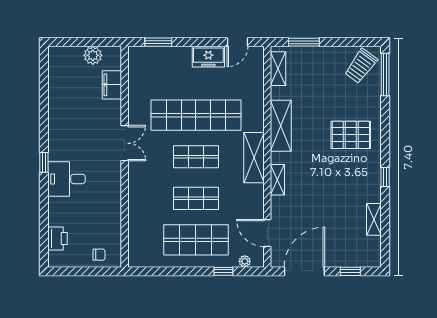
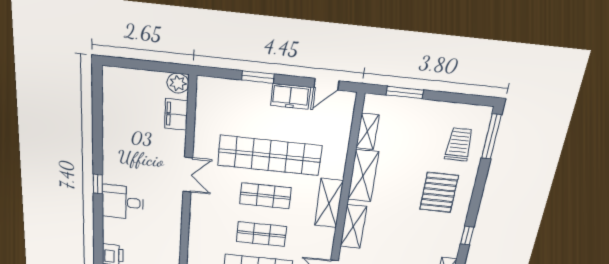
window: (158, 42) -> (258, 77), moved
plant: (93, 55) -> (178, 83), moved
trolley: (361, 66) -> (459, 144), moved, turned 144
shelving: (278, 69) -> (367, 131), moved
pallet: (351, 135) -> (439, 192), turned 90
shelving: (277, 180) -> (353, 226), width x1.50, depth x1.33

